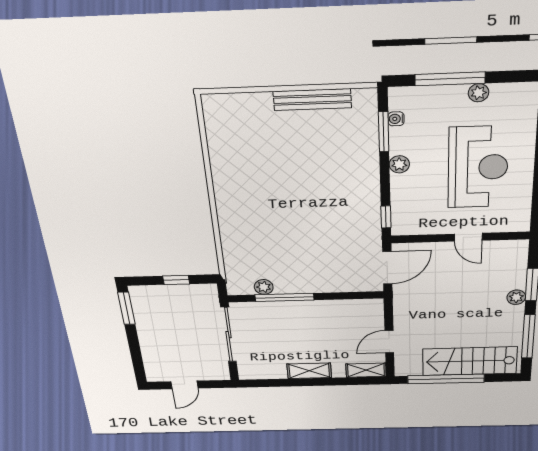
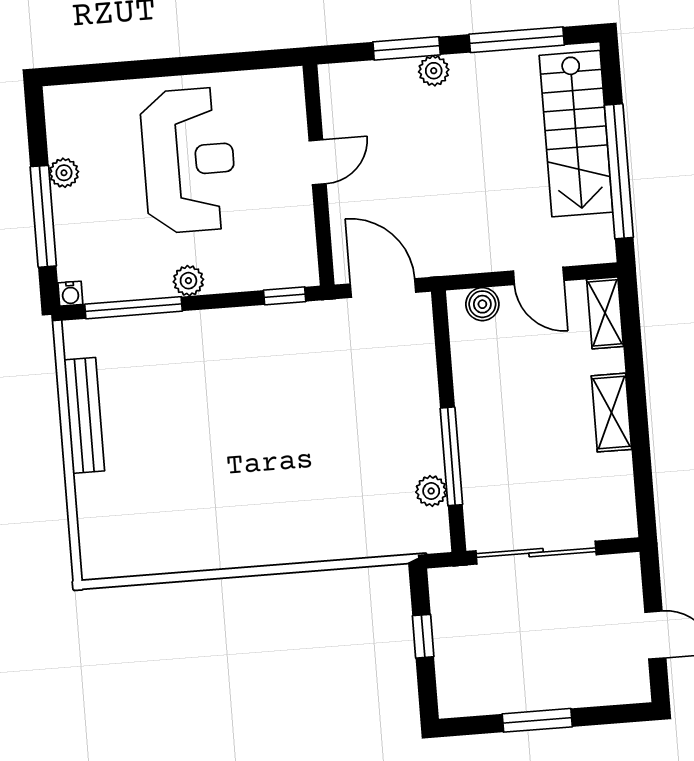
water cooler: (396, 119) -> (70, 294), moved
window: (384, 132) -> (134, 308), width x1.44
reception desk: (478, 167) -> (189, 160), turned 90
window: (126, 308) -> (537, 720), moved
boiler: (374, 315) -> (482, 304), added

